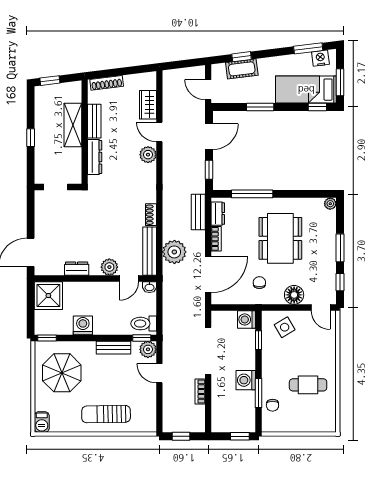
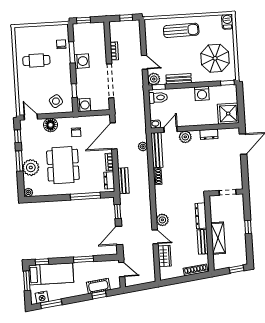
plant: (325, 238) -> (31, 168), added
plant: (174, 252) -> (143, 146), width x0.53, depth x0.53

